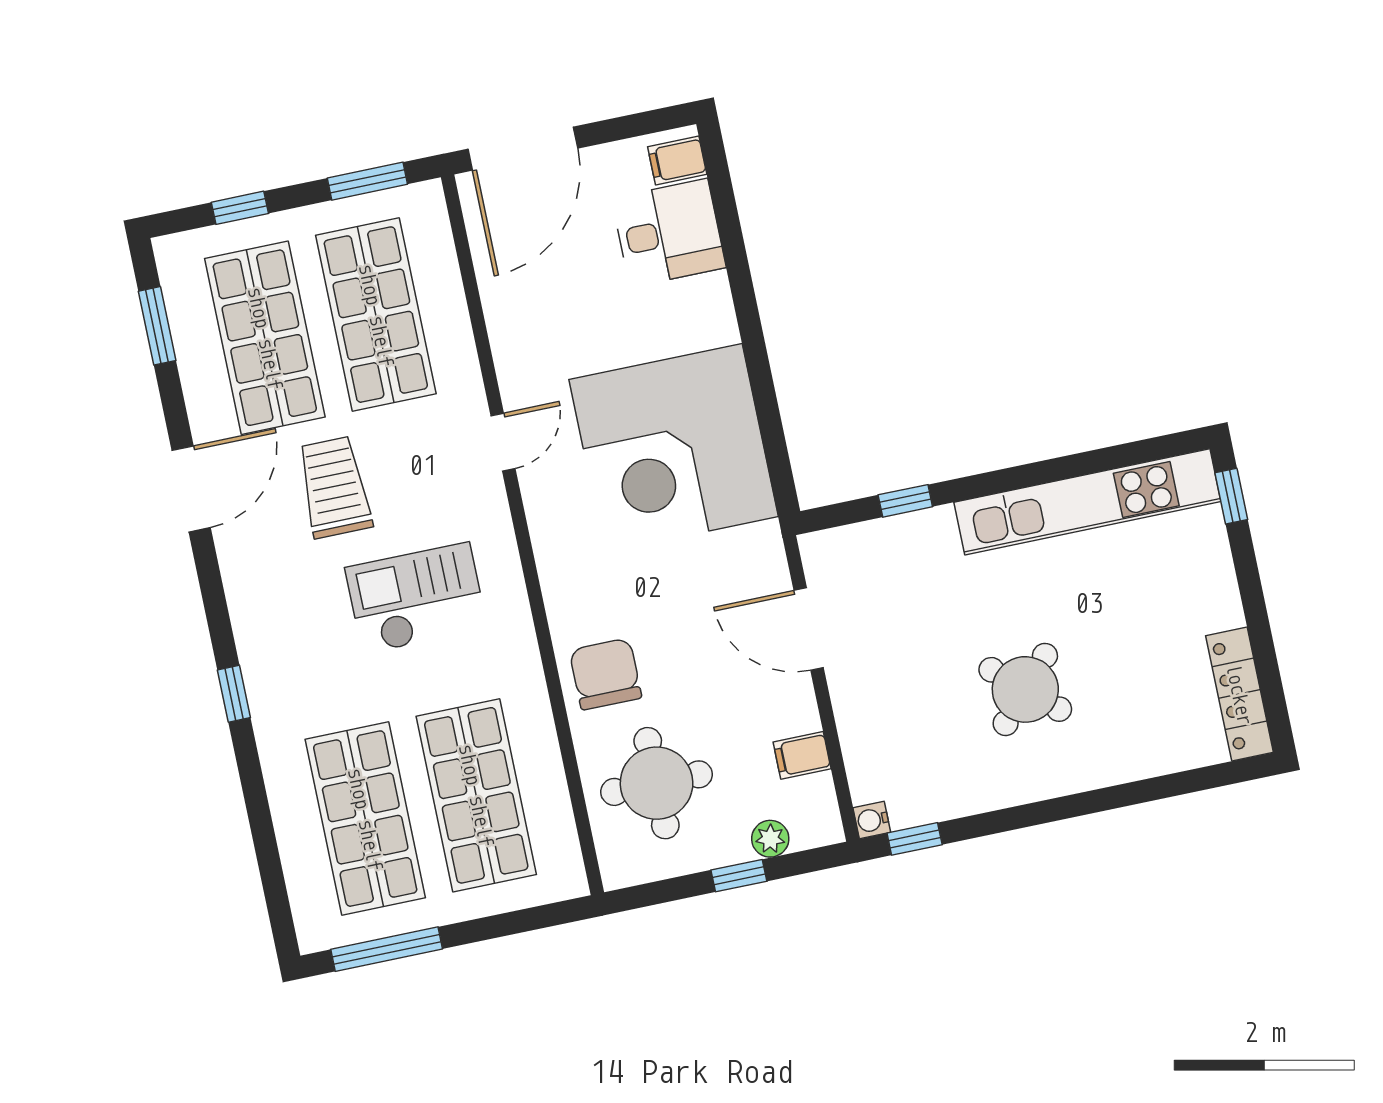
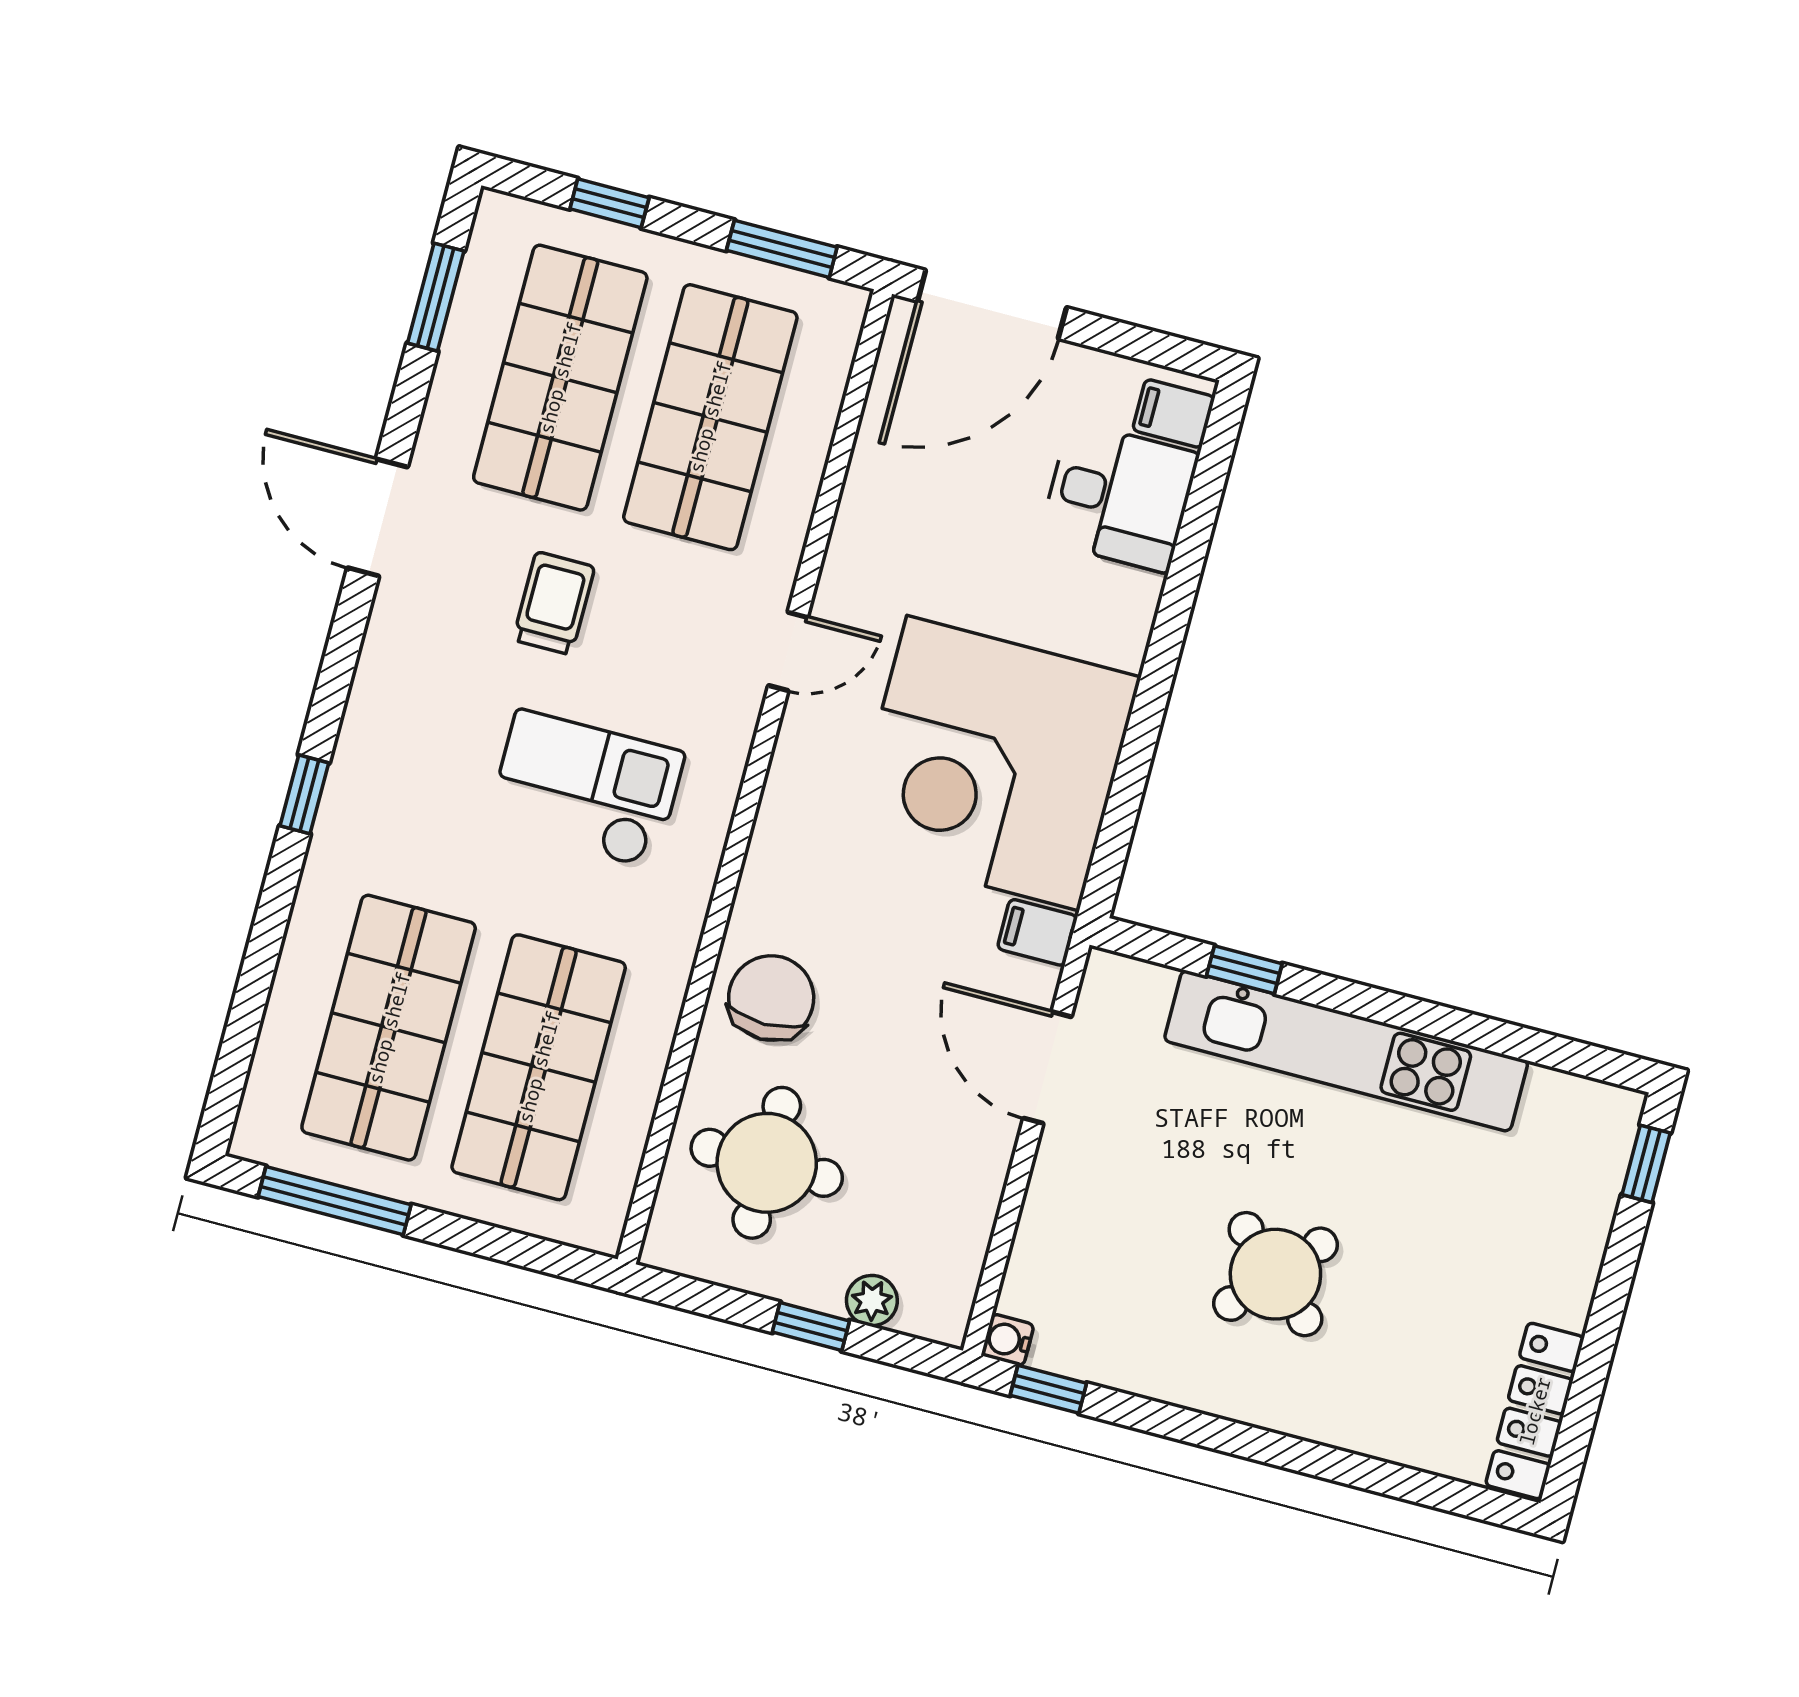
trolley: (334, 487) -> (554, 603), width x0.73, depth x0.72
door: (191, 489) -> (377, 517), swing flipped
kitchen unit: (1087, 502) -> (1346, 1051), moved
filing cabinet: (802, 755) -> (1037, 932), moved

